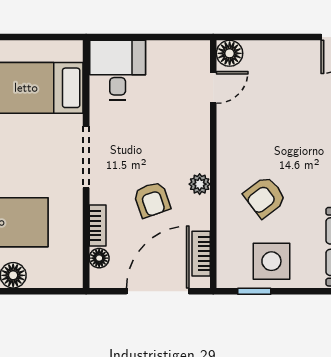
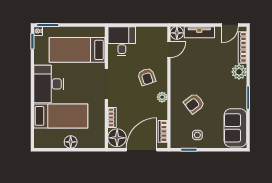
tv unit: (275, 52) -> (199, 32), added
armchair: (152, 200) -> (147, 77), moved
floor lamp: (99, 258) -> (117, 138), width x1.89, depth x1.89
side table: (271, 261) -> (197, 135), width x0.54, depth x0.54

